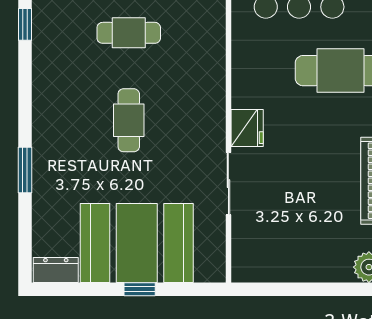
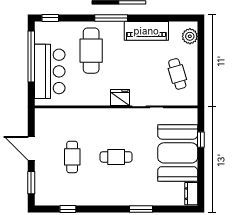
cafe table: (294, 242) -> (177, 74), added
window: (140, 289) -> (201, 140), moved

